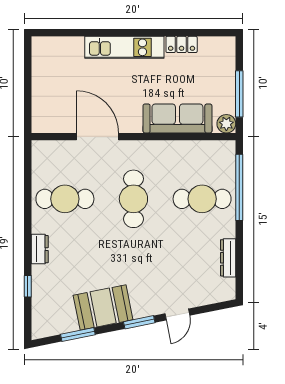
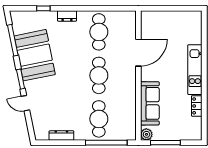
cafe table: (133, 199) -> (99, 75), turned 90
booth: (103, 307) -> (35, 55), width x1.36, depth x1.42
window: (78, 335) -> (13, 40), width x1.44

